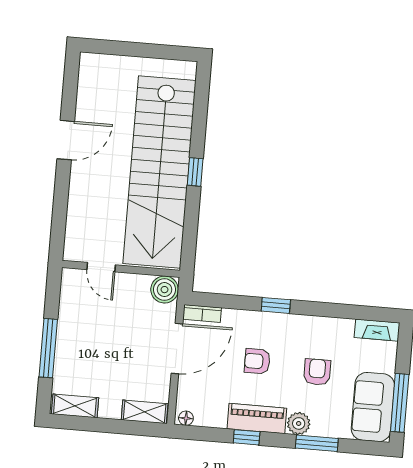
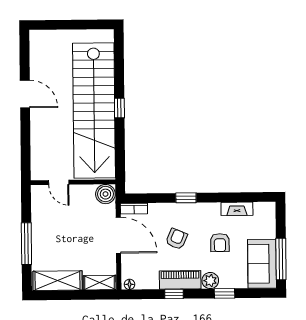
door: (66, 140) -> (25, 94), hinge flipped
fireplace: (377, 330) -> (237, 209), moved
door: (177, 349) -> (118, 235), hinge flipped
armchair: (257, 361) -> (176, 239), turned 113
armchair: (317, 372) -> (220, 243), turned 180
shelving: (75, 406) -> (58, 281), width x1.50, depth x1.33
window: (317, 443) -> (225, 293), width x0.67

